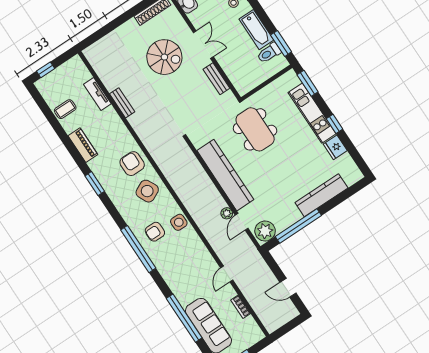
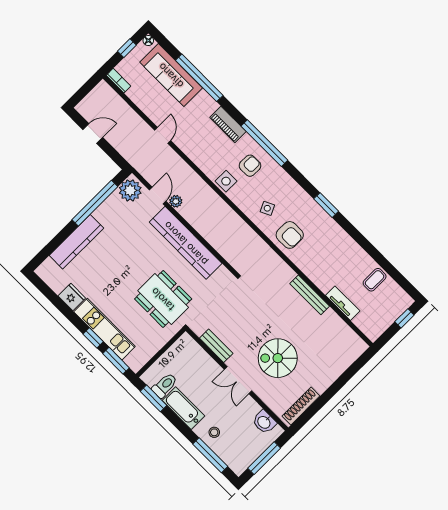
bench: (122, 103) -> (310, 295), width x1.36
window: (335, 124) -> (93, 338), moved
piano: (83, 145) -> (228, 124), moved
side table: (147, 191) -> (267, 208), width x0.54, depth x0.54
bookcase: (241, 307) -> (118, 81), moved

